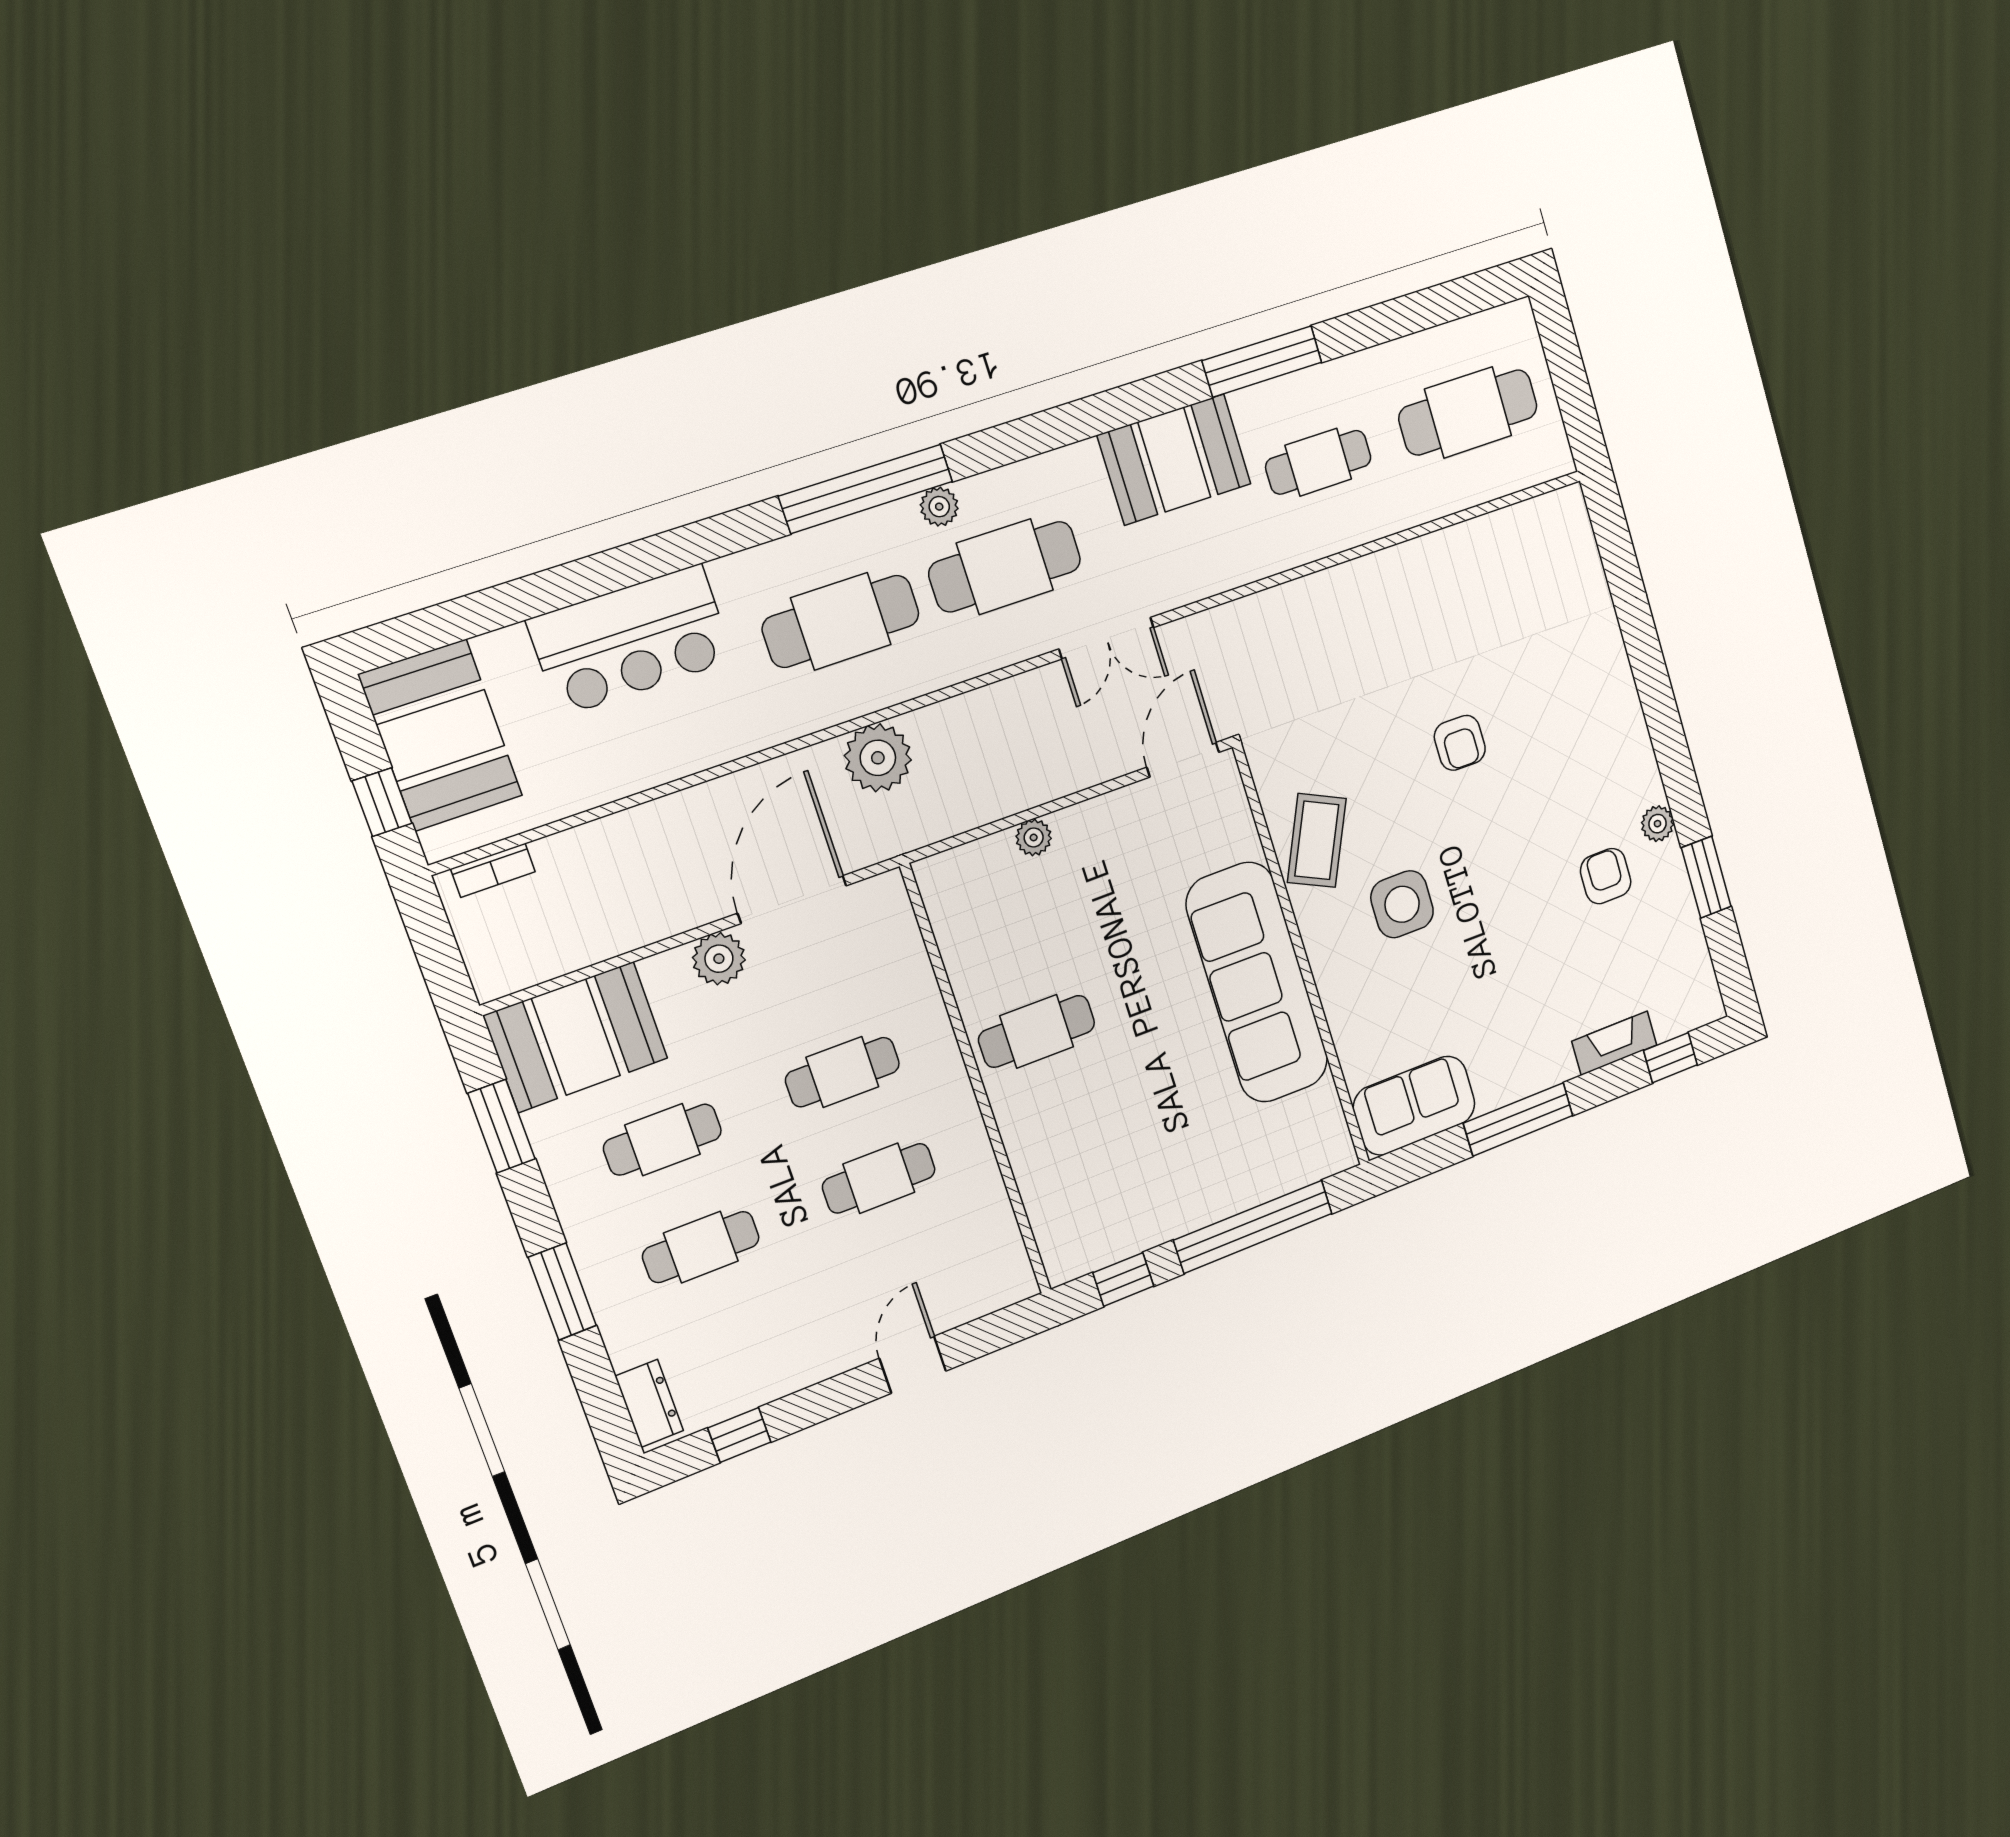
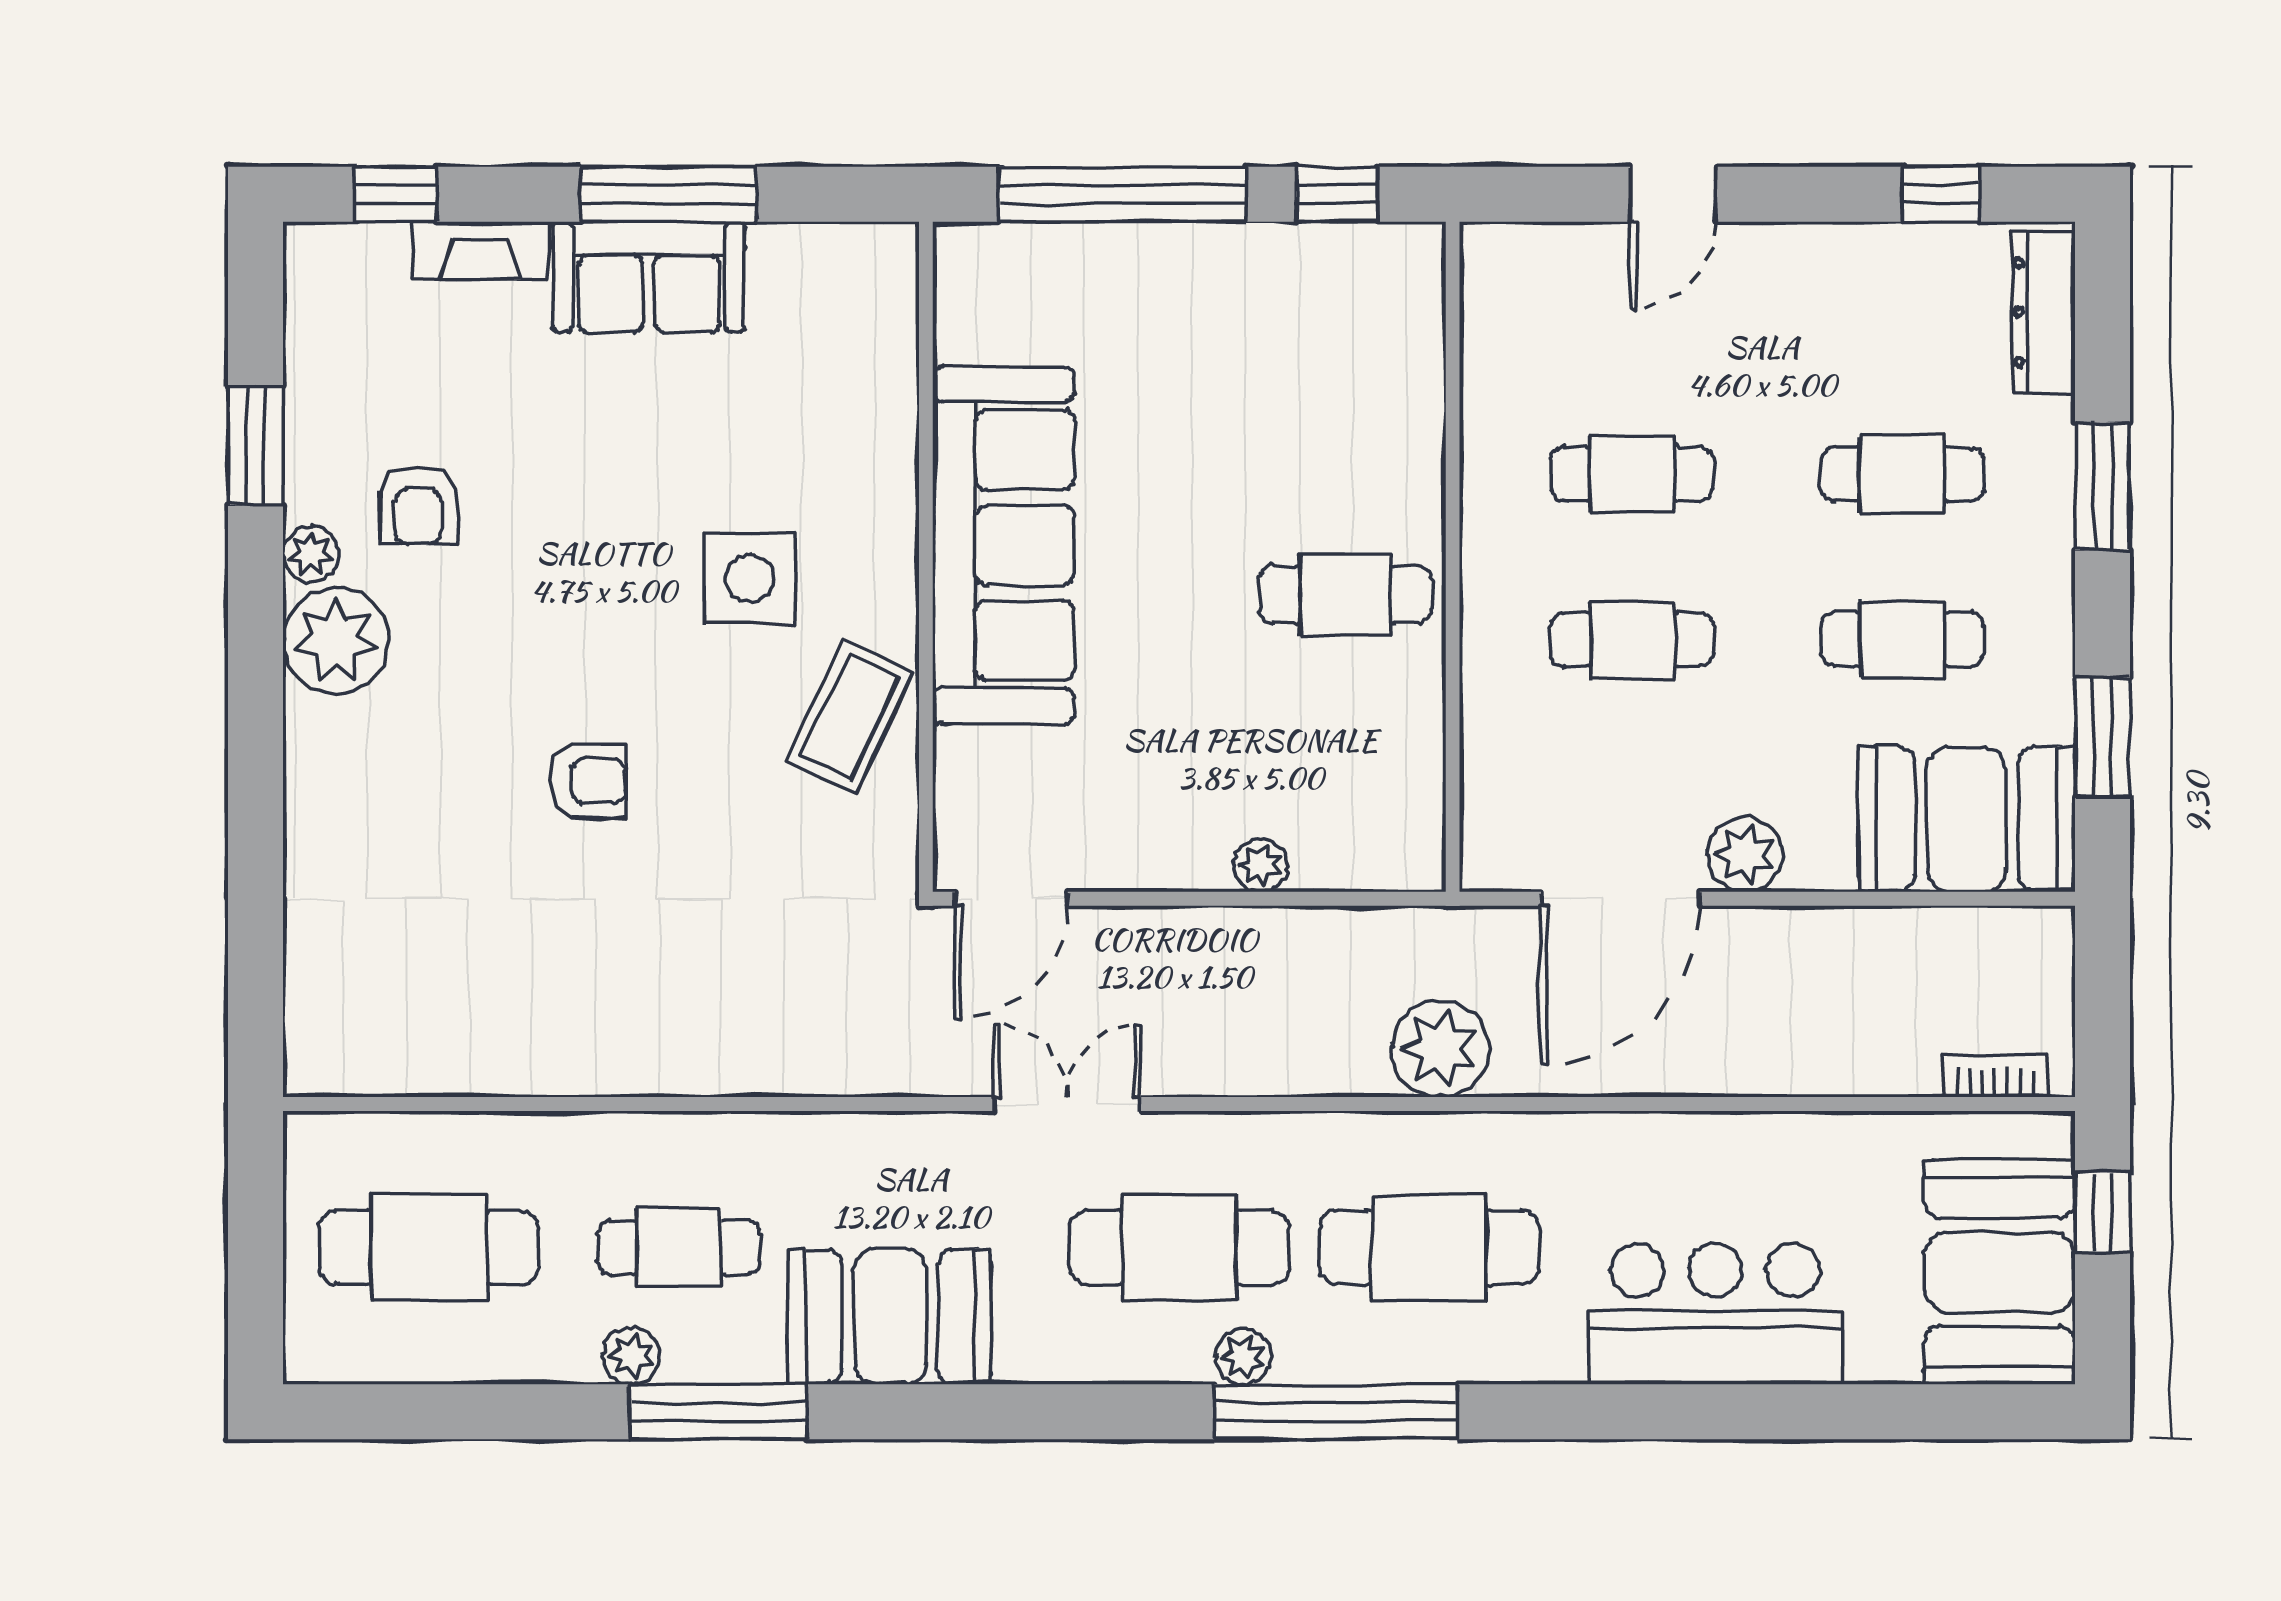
plant: (1326, 381) -> (631, 1356), added
armchair: (1460, 743) -> (588, 781), turned 90
plant: (1629, 776) -> (336, 641), added
sofa: (1414, 1106) -> (649, 277), moved
dresser: (649, 1403) -> (2044, 312), width x1.44

